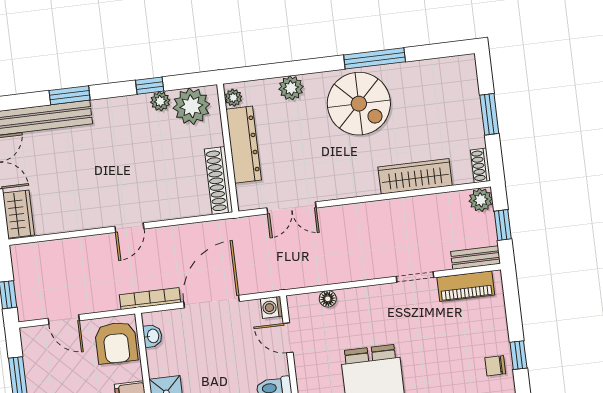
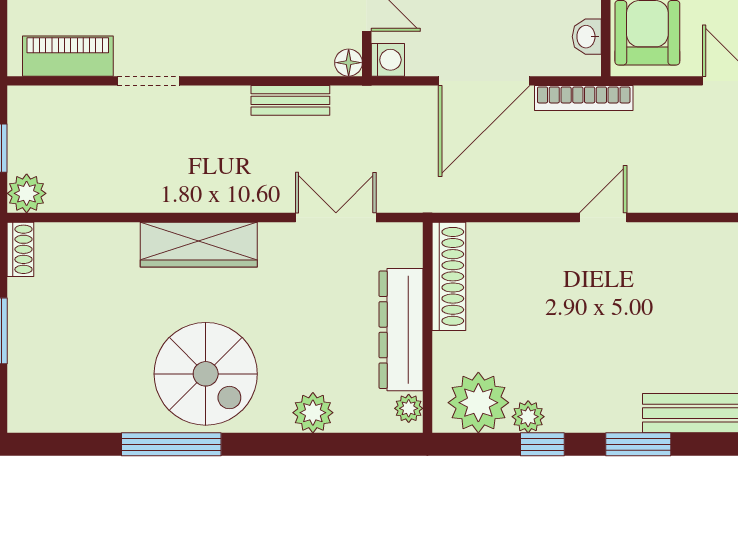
window: (70, 95) -> (638, 444), moved
spiral stairs: (359, 104) -> (206, 374), turned 180
wardrobe: (415, 176) -> (199, 245), moved
bench: (476, 258) -> (290, 100), moved
floor lamp: (328, 299) -> (349, 63), moved

